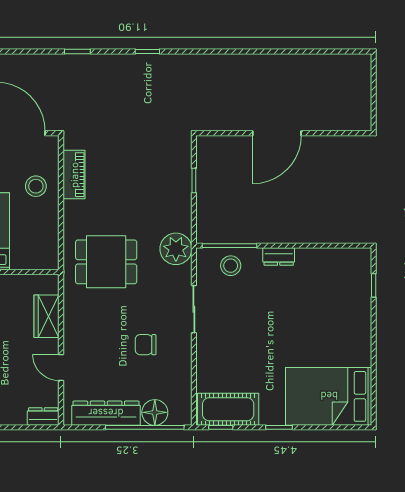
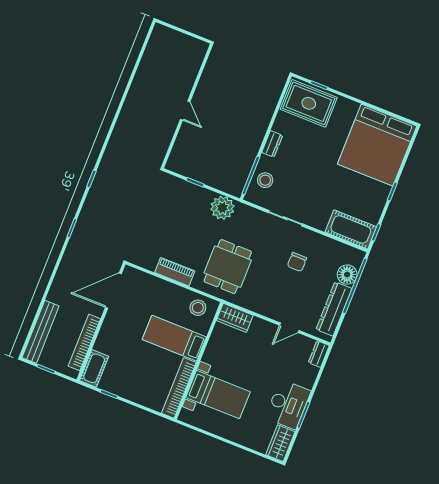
door: (277, 133) -> (185, 111), width x0.53
piano: (74, 175) -> (175, 272), moved
stool: (36, 186) -> (198, 308), moved
plant: (176, 249) -> (222, 208), moved
rug: (346, 282) -> (309, 103), added
wardrobe: (47, 316) -> (235, 318), moved
bed: (329, 396) -> (377, 145), width x1.36
cot: (228, 409) -> (351, 229), moved, turned 90

